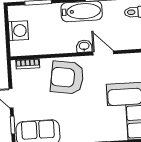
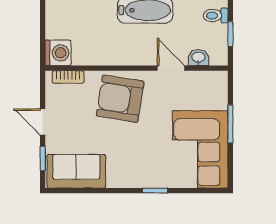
washing machine: (18, 31) -> (58, 53), moved
washbasin: (84, 46) -> (198, 58), moved

